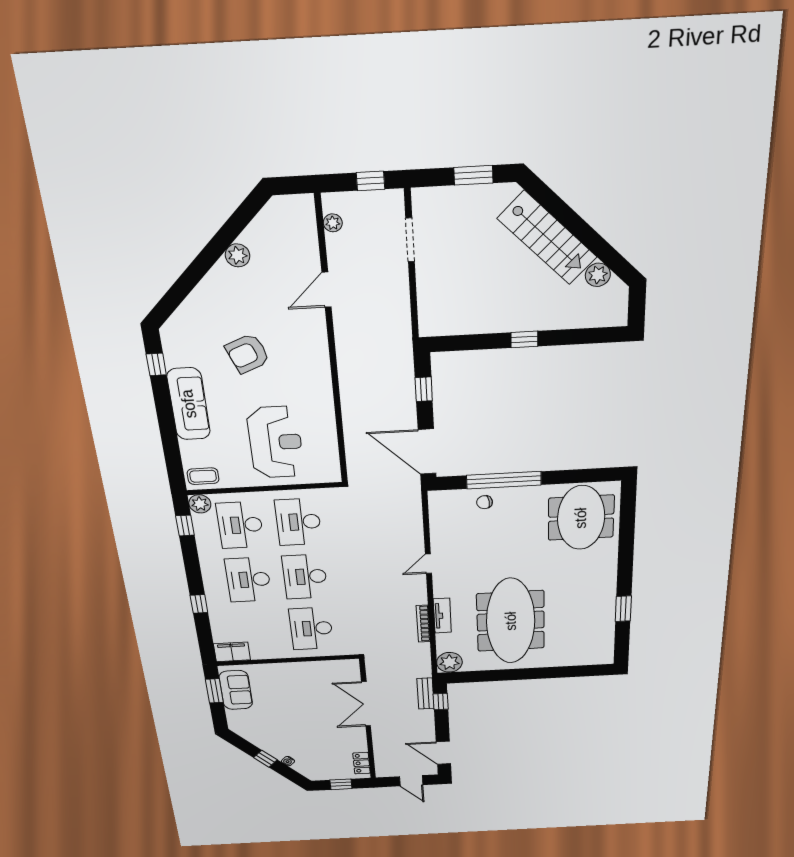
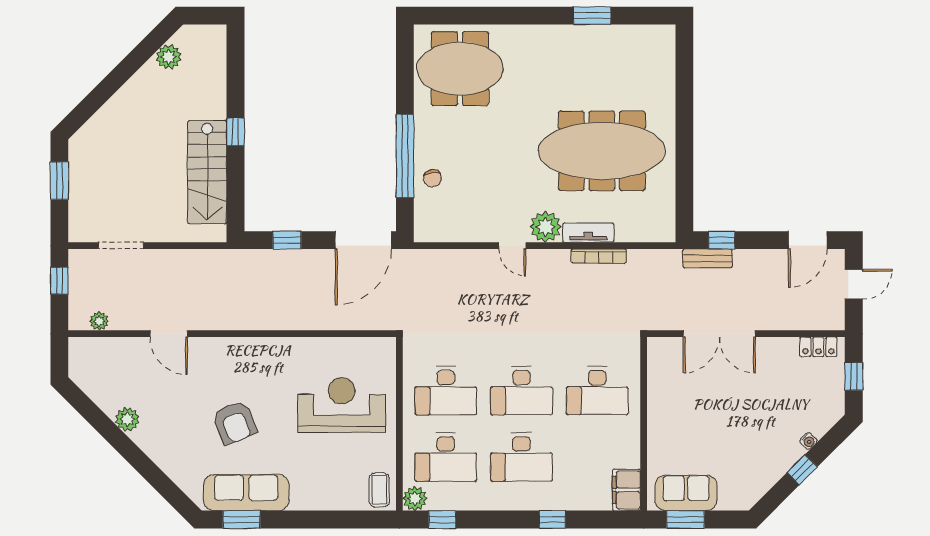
stairs: (547, 238) -> (207, 172), moved, turned 135
window: (156, 364) -> (241, 520), width x1.50
sofa: (189, 404) -> (246, 493), moved
plant: (449, 662) -> (545, 227), moved

